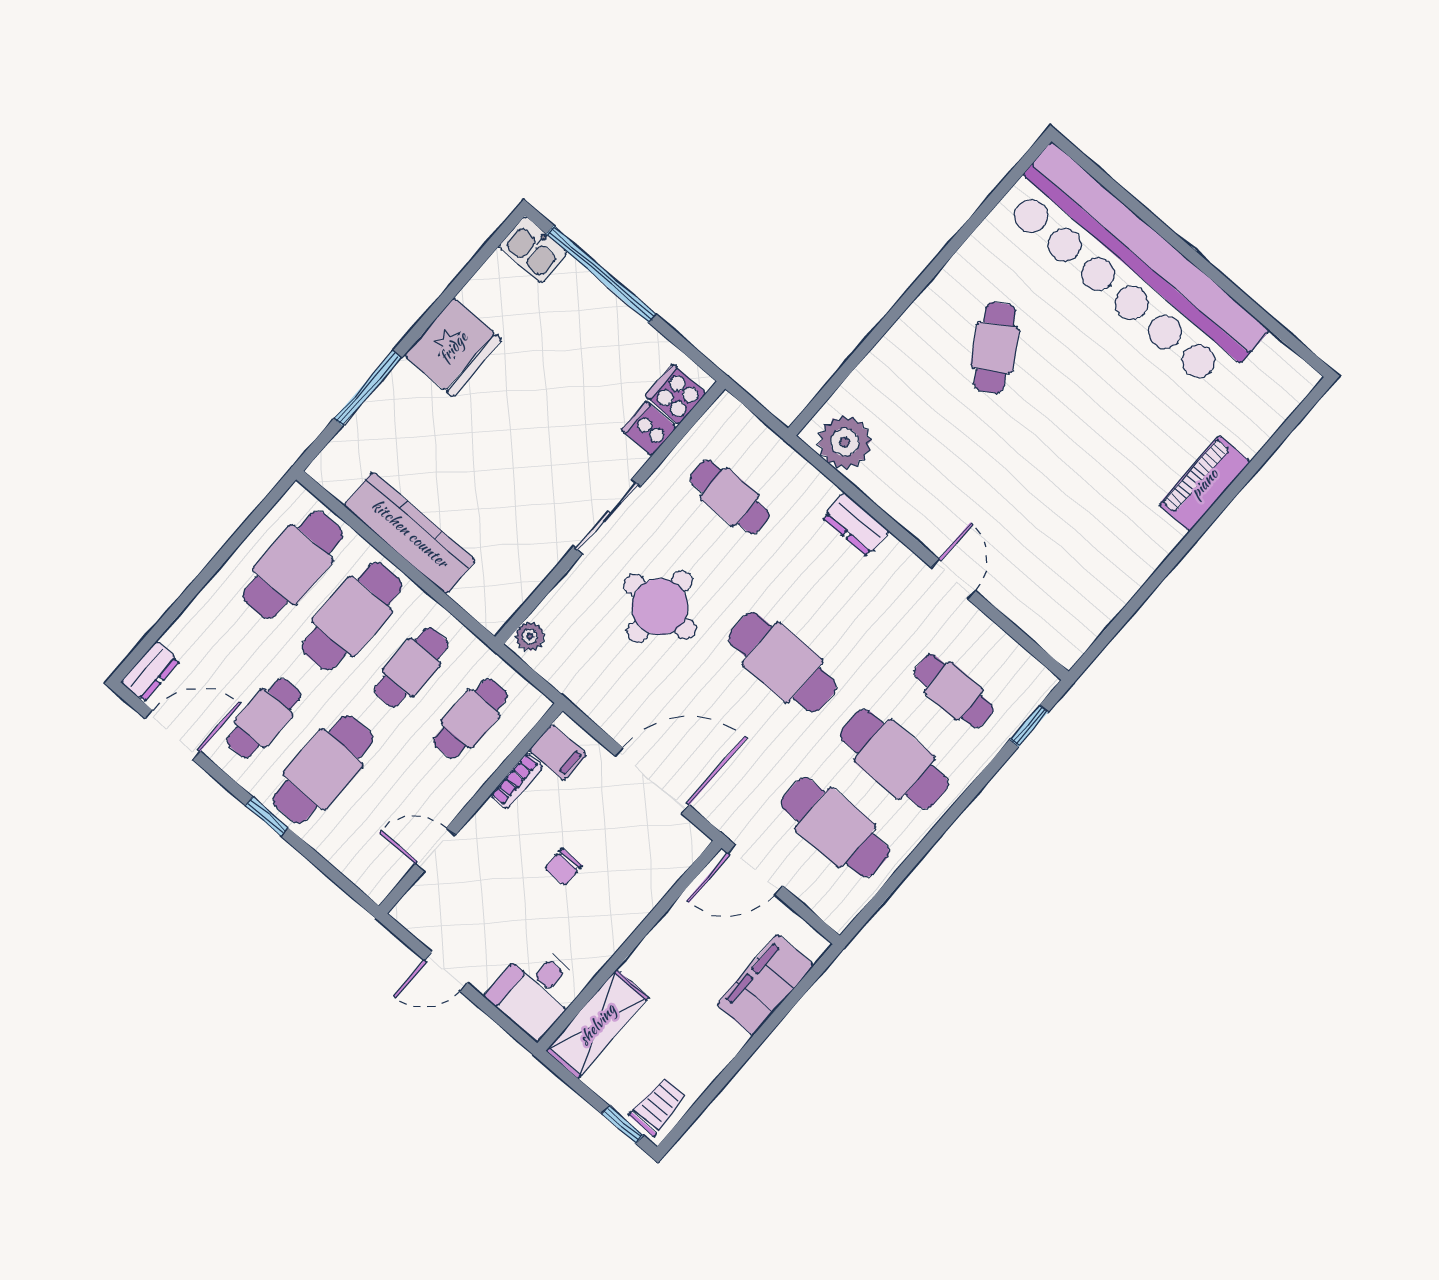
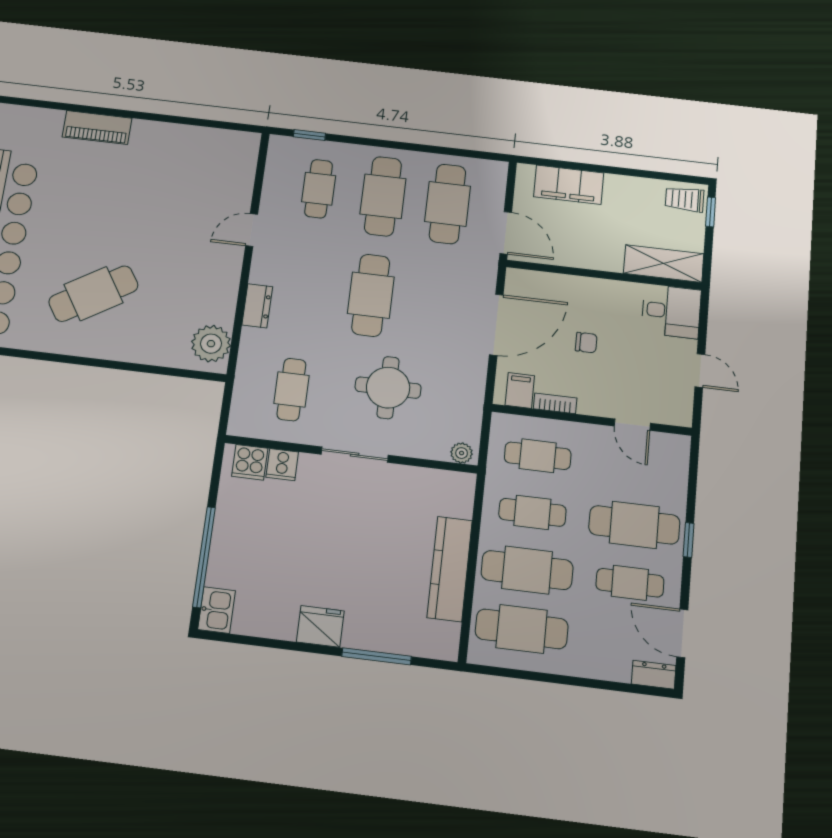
fridge: (453, 347) -> (320, 626), width x0.73, depth x0.75
cafe table: (995, 348) -> (93, 294), width x1.37, depth x1.35
door: (652, 780) -> (496, 325), swing flipped

